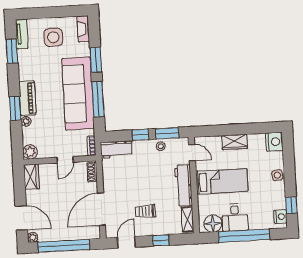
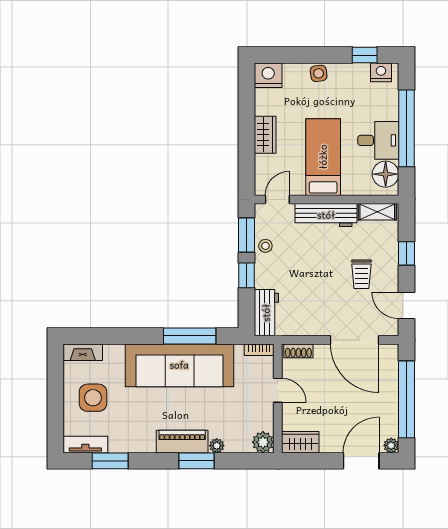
window: (96, 60) -> (130, 336), removed

